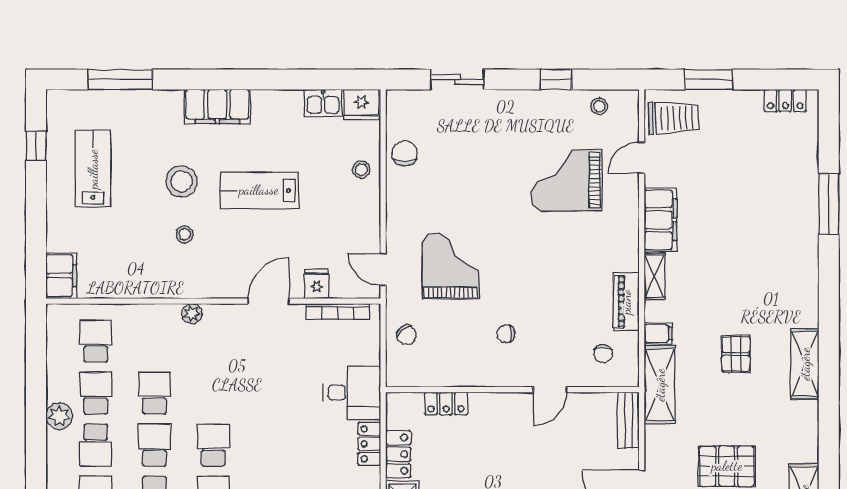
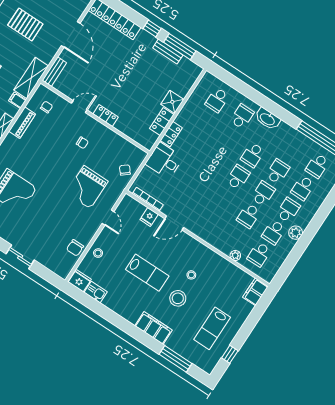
sliding door: (457, 80) -> (20, 257), moved
filing cabinet: (217, 107) -> (153, 328), moved
door: (383, 269) -> (108, 217), moved
plant: (192, 314) -> (235, 255), moved
locker: (446, 404) -> (106, 115), moved
school desk: (155, 445) -> (263, 194), turned 180
school desk: (213, 445) -> (238, 177), turned 180

